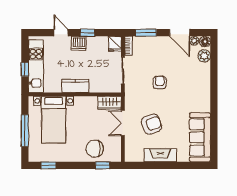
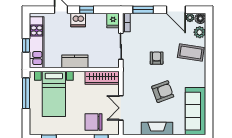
coffee table: (195, 77) -> (191, 53), added
wardrobe: (109, 103) -> (102, 78), width x1.50
double door: (123, 123) -> (121, 108), moved
armchair: (151, 124) -> (163, 92), moved
window: (25, 131) -> (26, 93), moved

